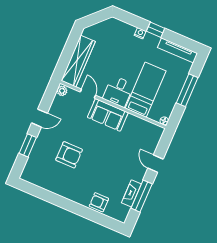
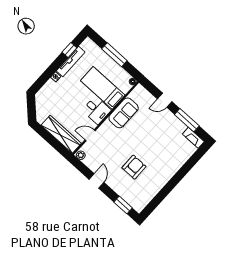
window: (156, 30) -> (69, 50), moved
tv unit: (178, 50) -> (71, 62), moved
sofa: (108, 115) -> (124, 113), moved
window: (28, 145) -> (123, 205), moved
fireplace: (131, 193) -> (193, 138), moved
armchair: (99, 202) -> (180, 156), removed

